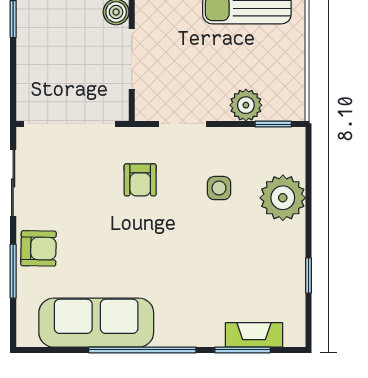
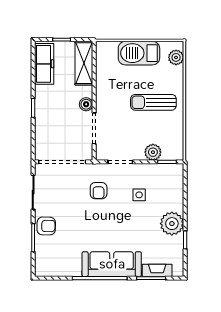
plant: (283, 198) -> (172, 224), moved
sofa: (96, 323) -> (112, 264), moved

